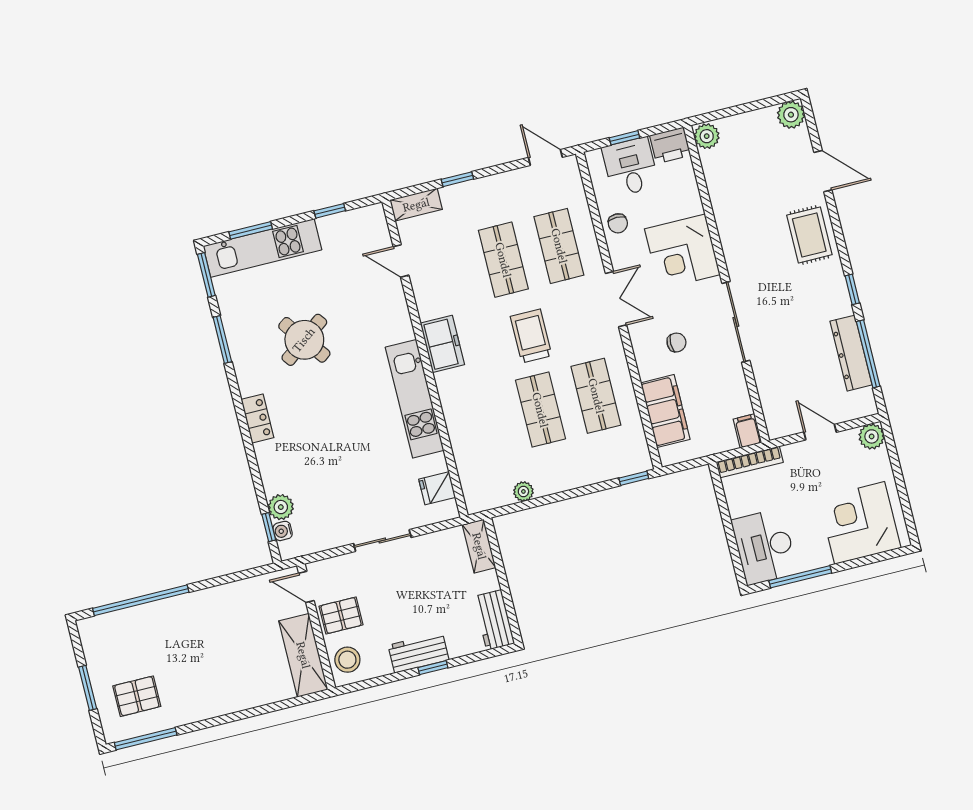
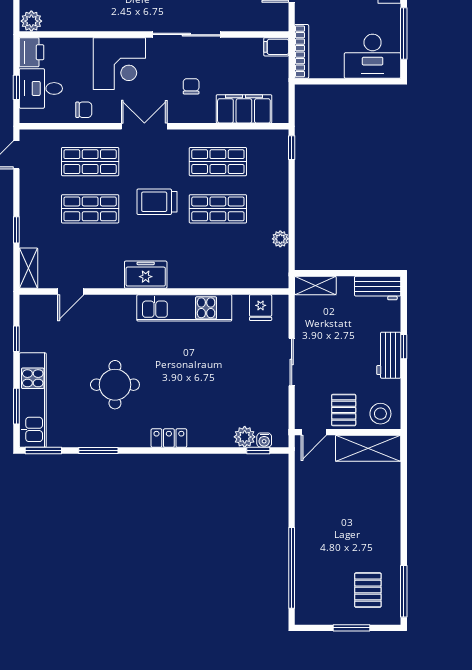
round table: (304, 340) -> (115, 385), turned 37

